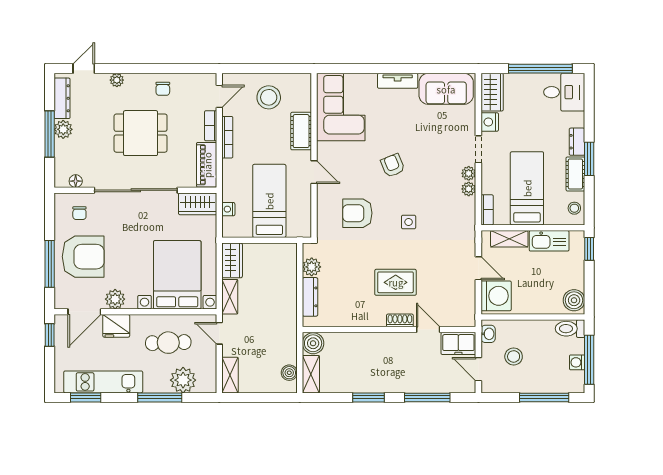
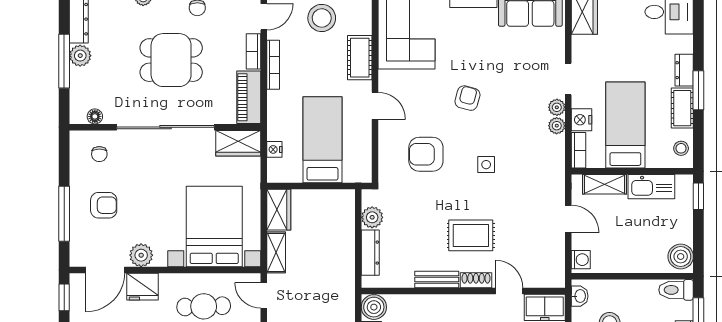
nightstand: (490, 122) -> (582, 120), moved
armchair: (393, 165) -> (467, 98), turned 37
armchair: (83, 257) -> (104, 205), width x0.53, depth x0.53
washing machine: (496, 296) -> (581, 260), width x0.53, depth x0.53
bench: (367, 320) -> (437, 279), added

